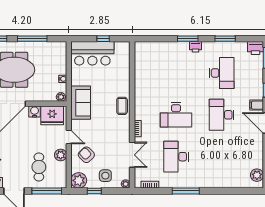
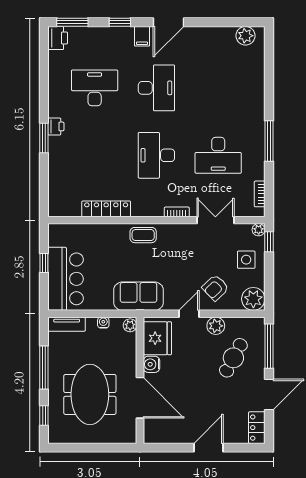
window: (225, 39) -> (44, 83), removed
tv unit: (62, 54) -> (67, 324), added
locker: (140, 81) -> (106, 209), added
desk: (176, 115) -> (156, 155), turned 180
desk: (222, 115) -> (156, 88), turned -90
cafe table: (39, 167) -> (233, 358), turned -62
window: (94, 191) -> (269, 242), moved

